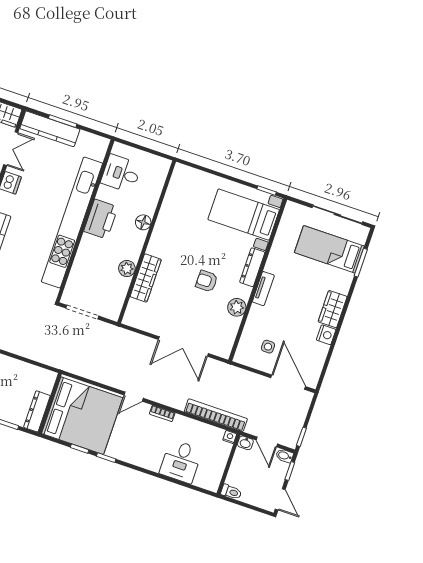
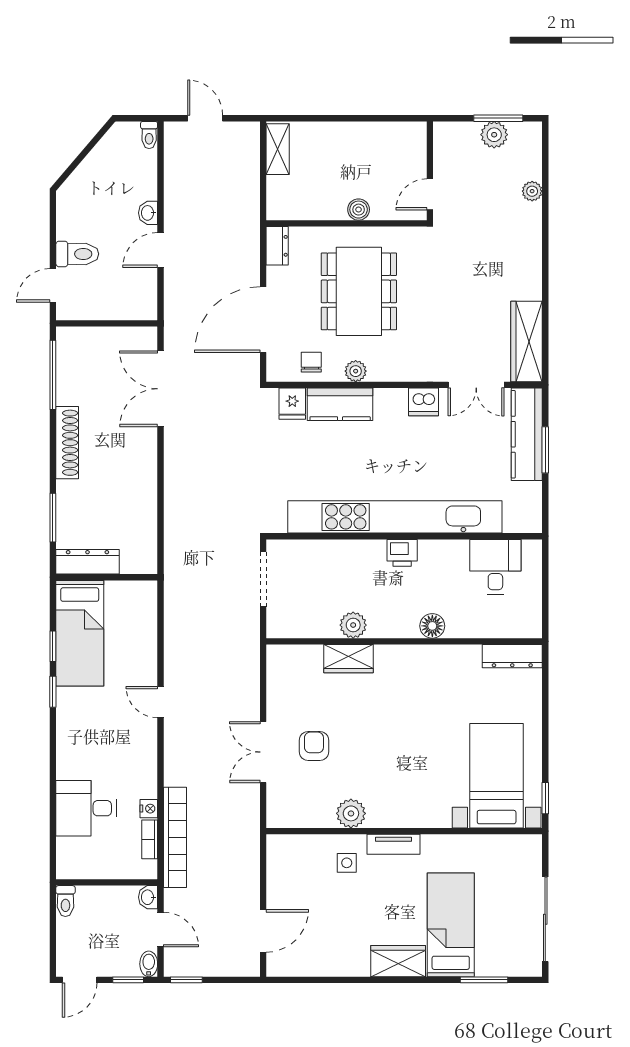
printer: (101, 219) -> (402, 553), width x0.53, depth x0.68
bed: (329, 249) -> (451, 925), moved
dresser: (252, 267) -> (512, 656), moved, turned 180
wardrobe: (146, 278) -> (348, 659), width x0.67
armchair: (207, 281) -> (314, 746), moved
nightstand: (326, 335) -> (356, 964), removed
double door: (183, 347) -> (263, 752), width x0.73
side table: (268, 347) -> (347, 863), moved
door: (288, 382) -> (263, 931), width x0.73
bookcase: (162, 413) -> (150, 839), moved
bed: (82, 416) -> (80, 633), width x0.49
nightstand: (230, 437) -> (149, 809), moved
door: (267, 442) -> (161, 930), swing flipped

